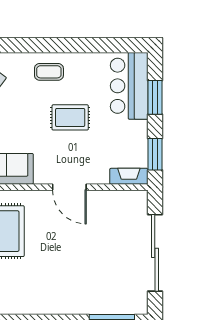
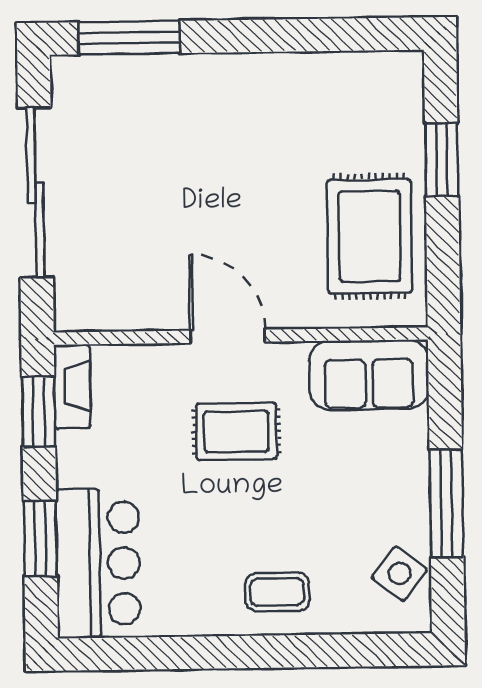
rug: (70, 117) -> (236, 431), moved
fireplace: (129, 176) -> (72, 386), moved, turned -90

